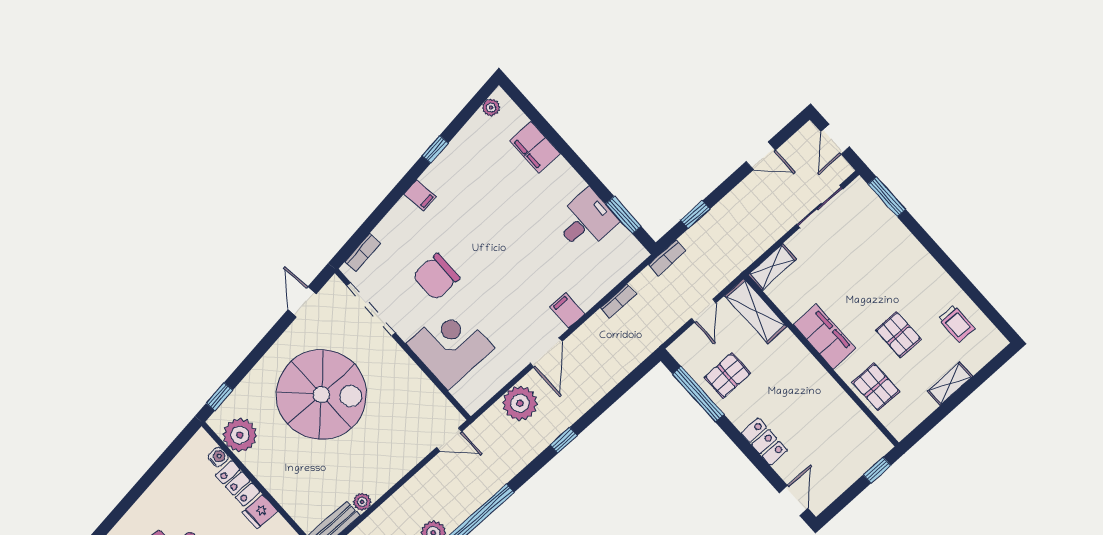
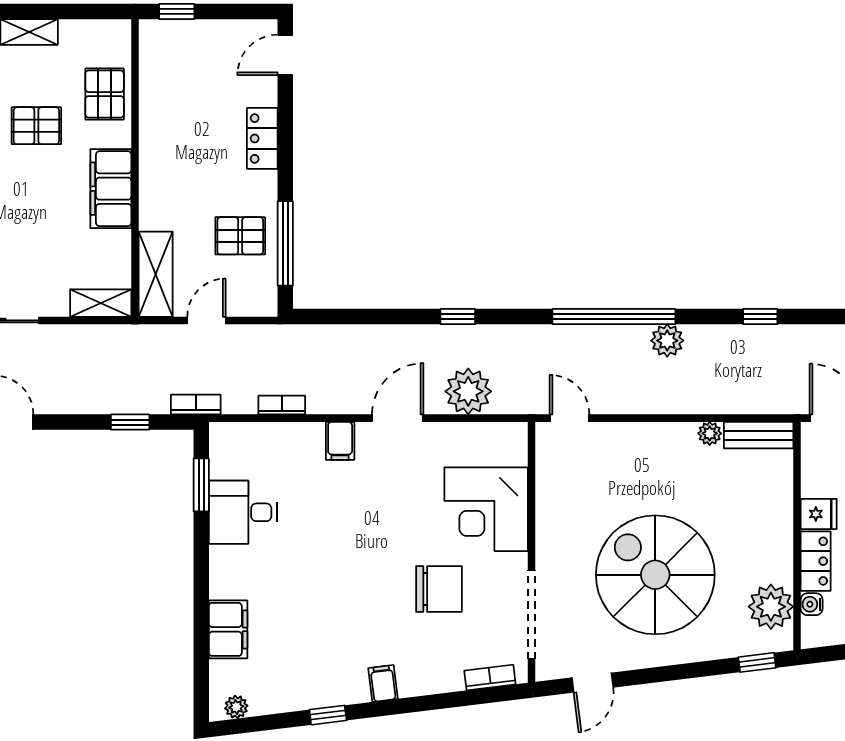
pallet: (898, 334) -> (36, 126), turned 90

